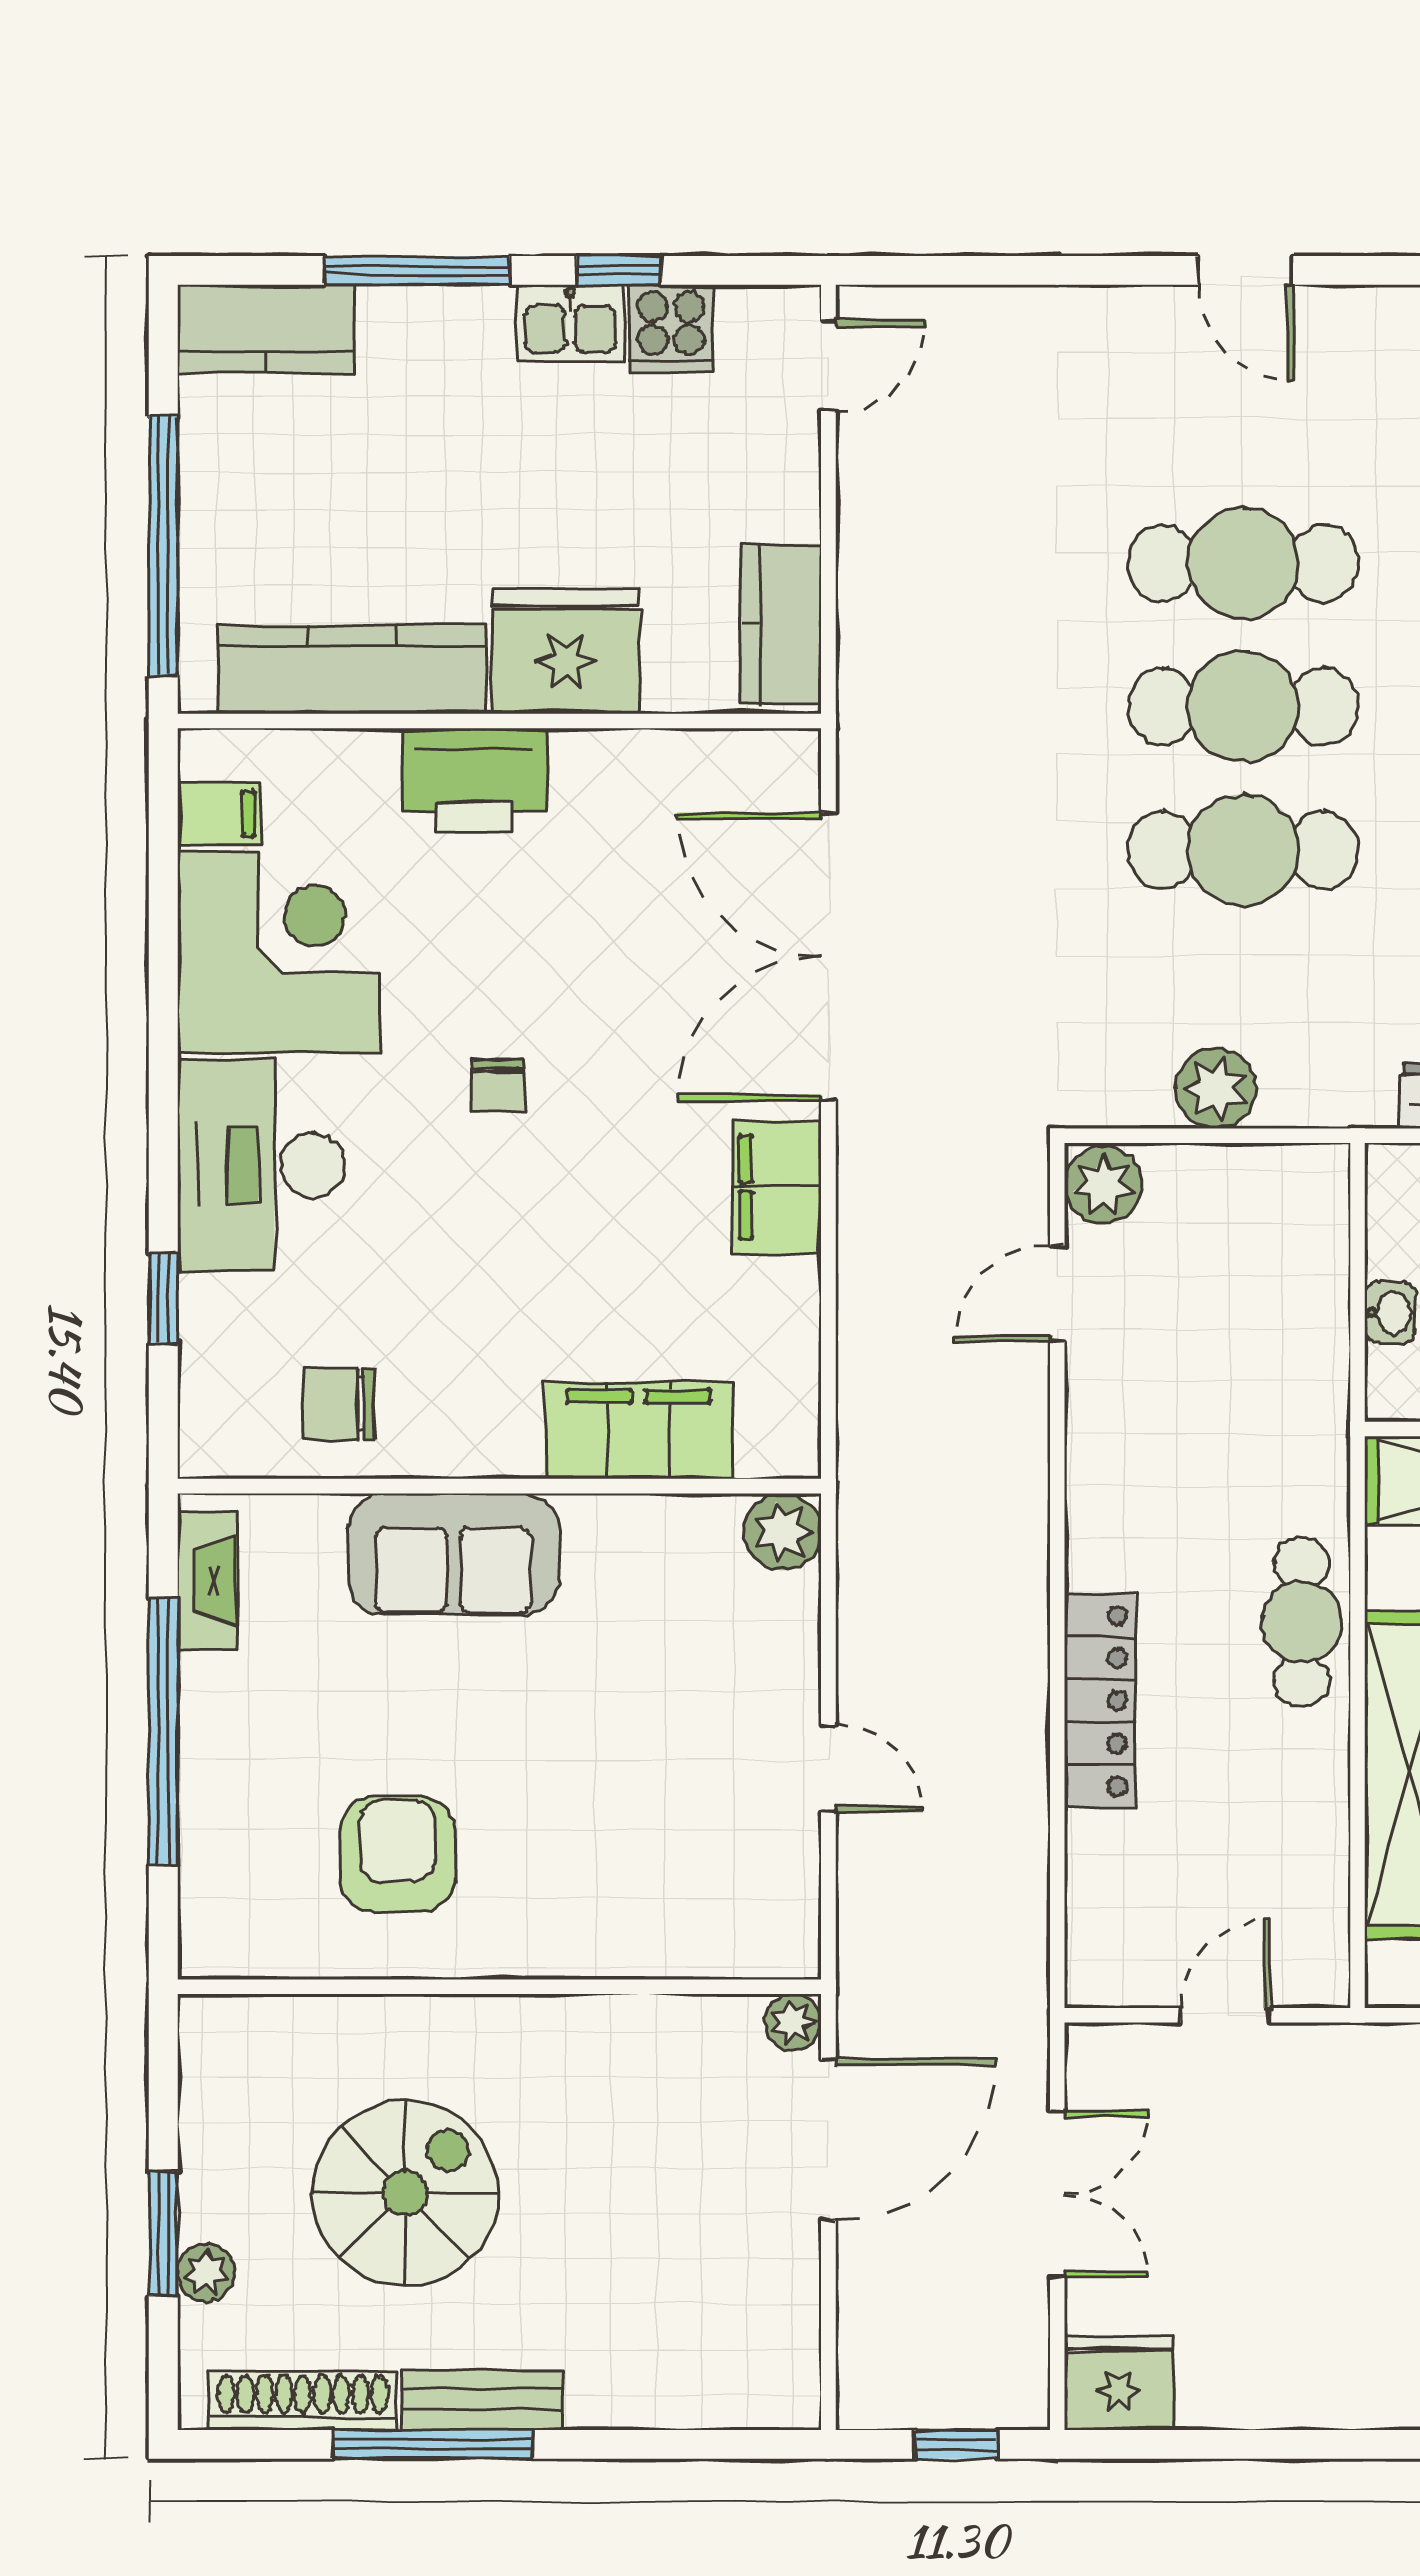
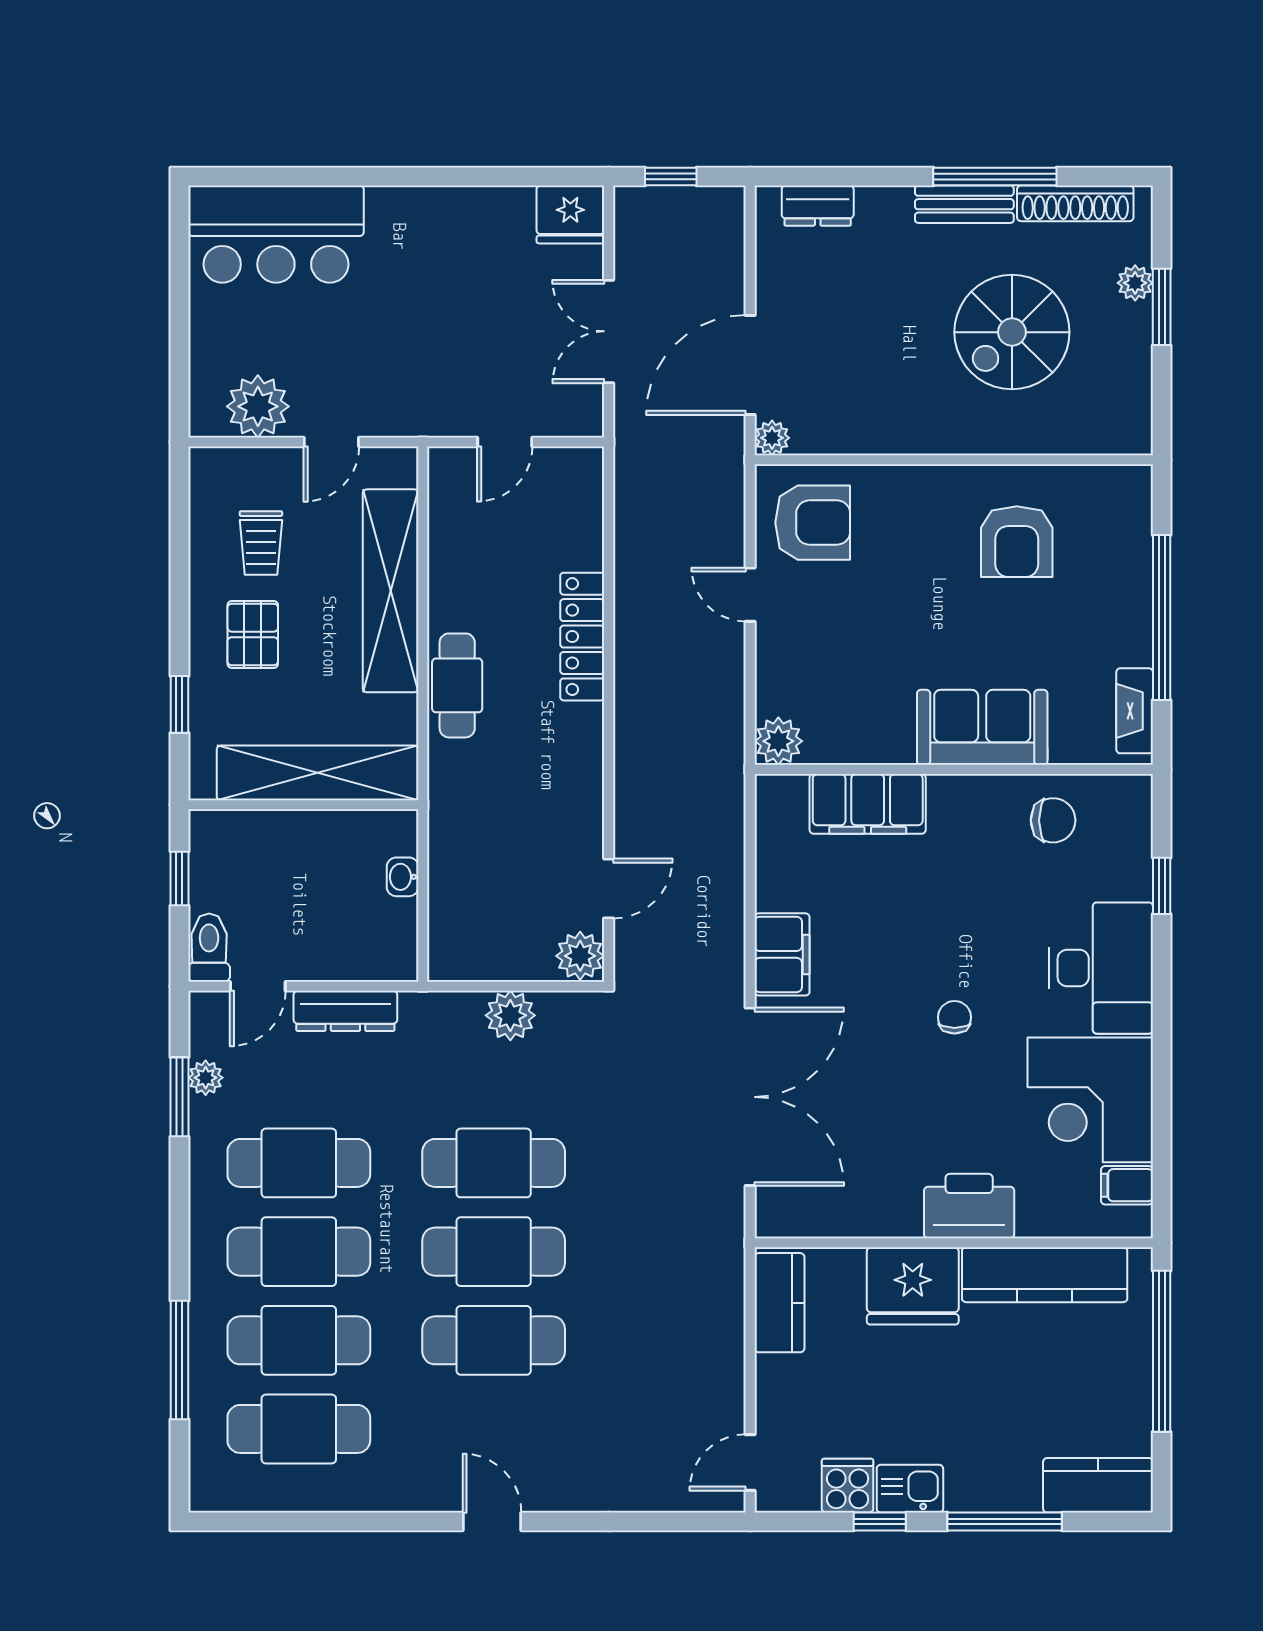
armchair: (727, 1885) -> (813, 523), added
dresser: (719, 2397) -> (818, 206), added

